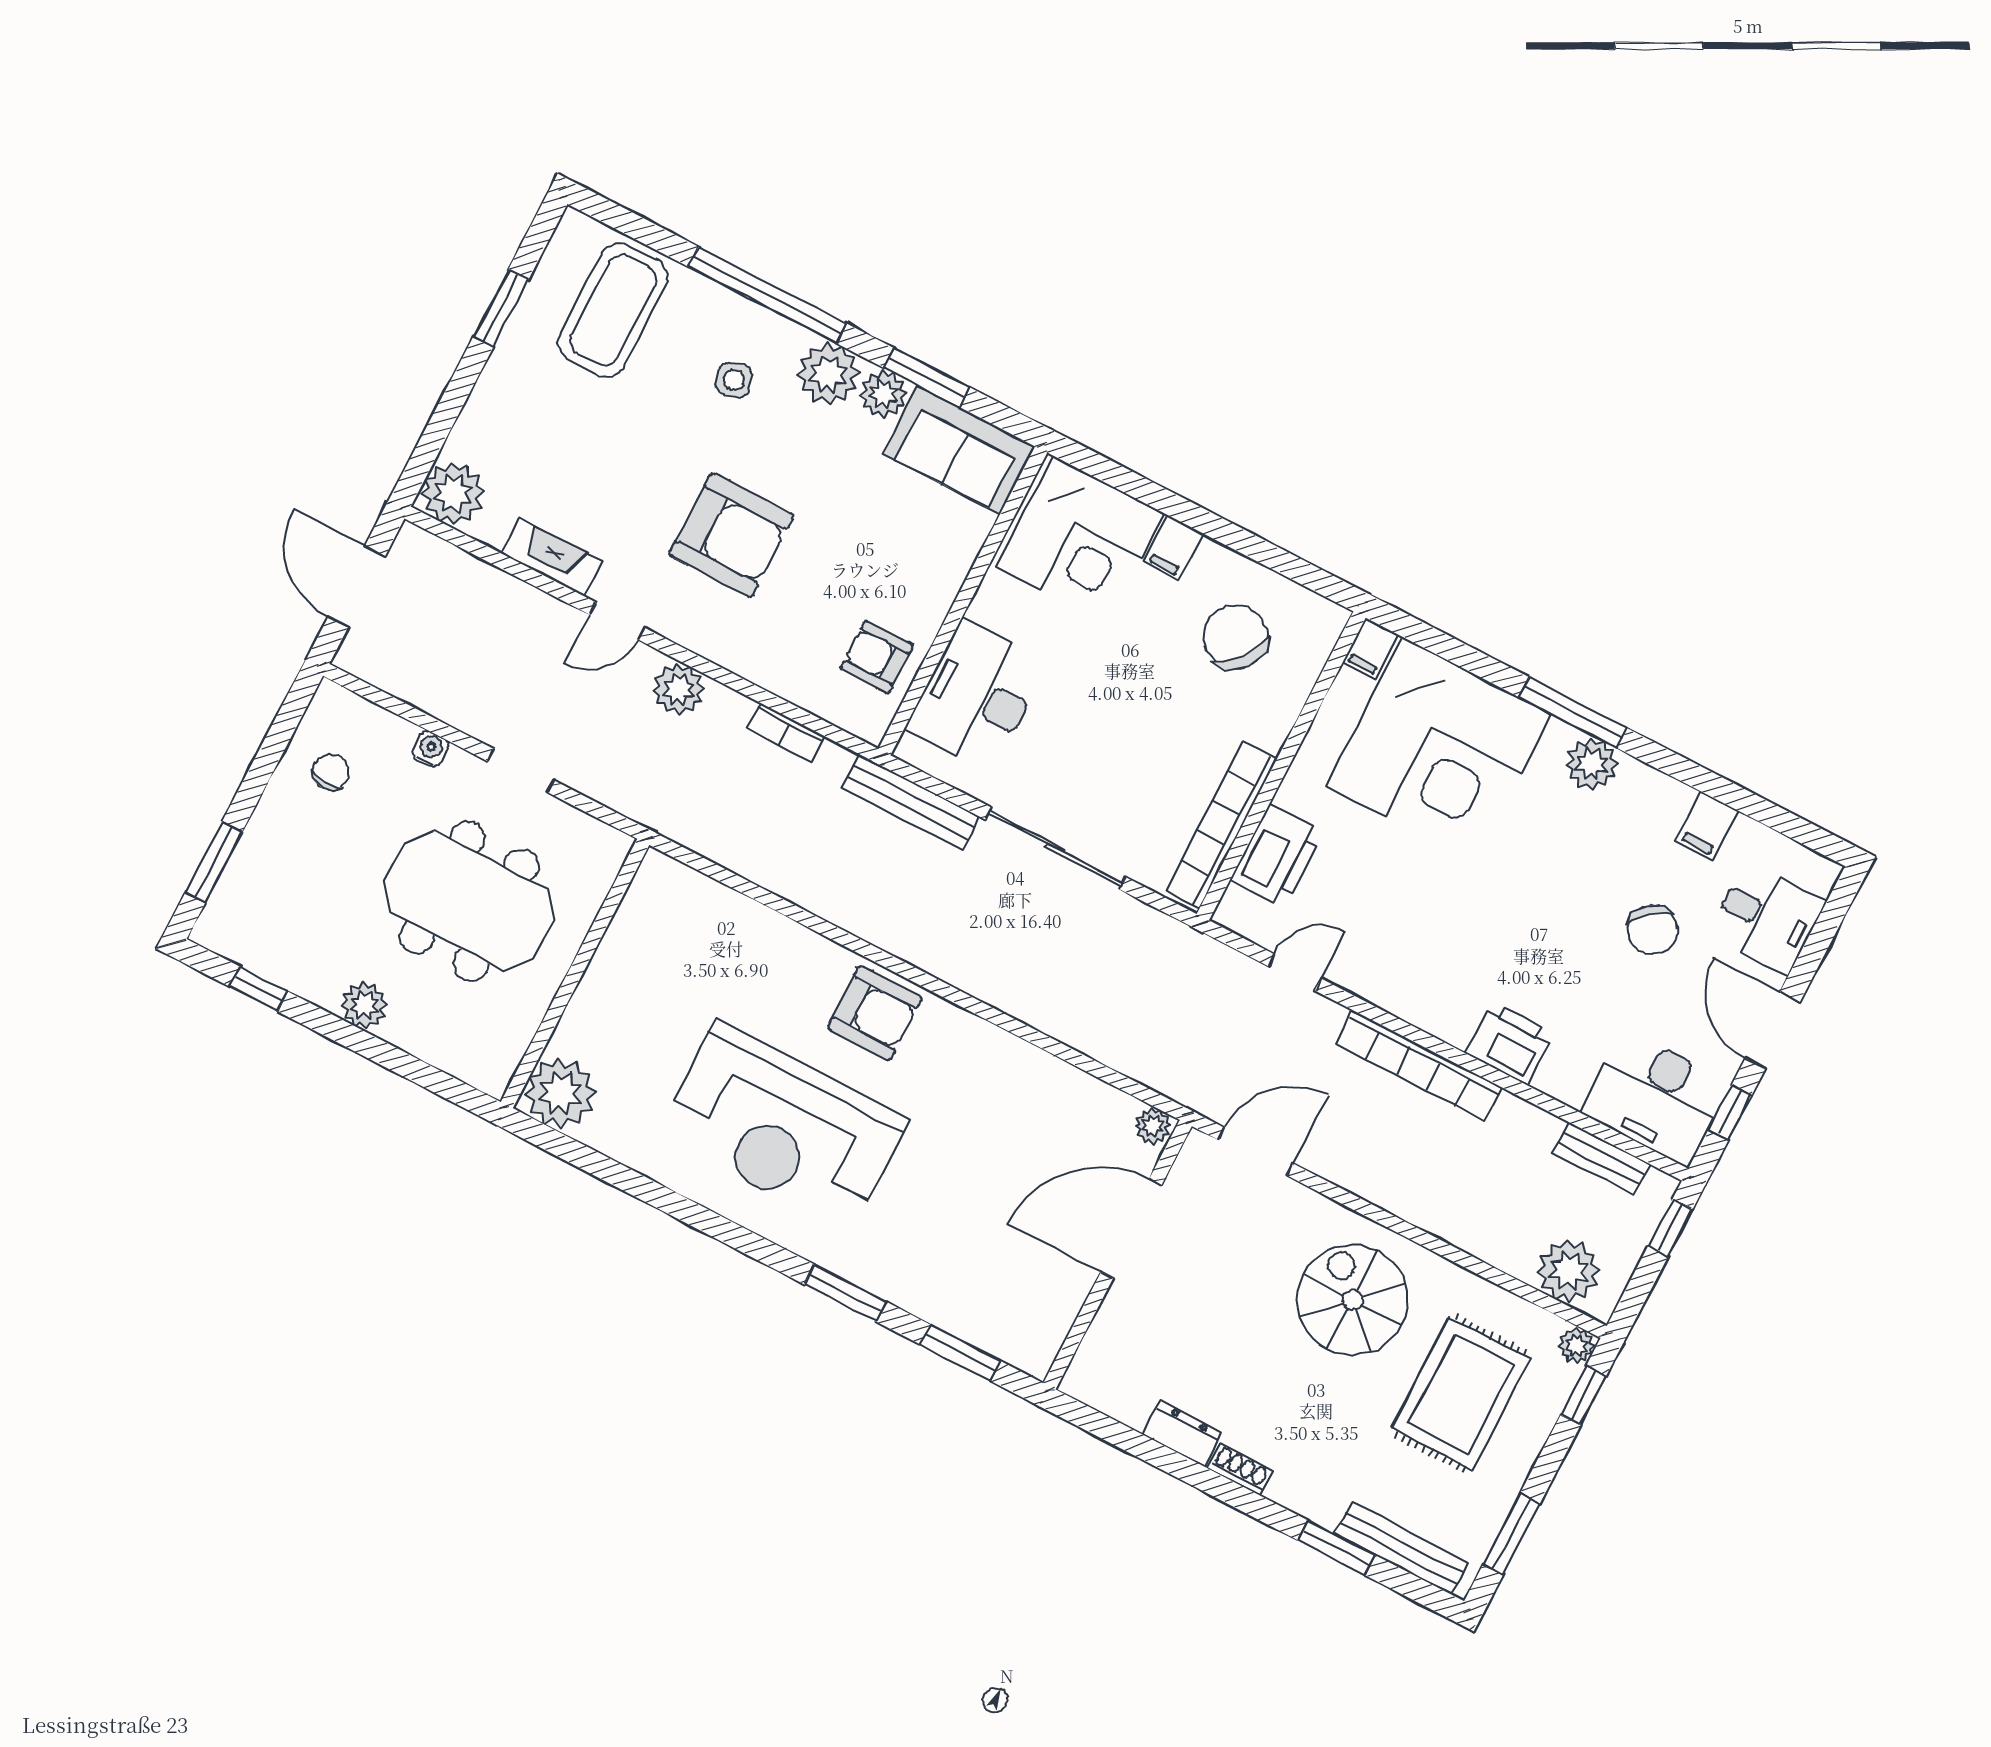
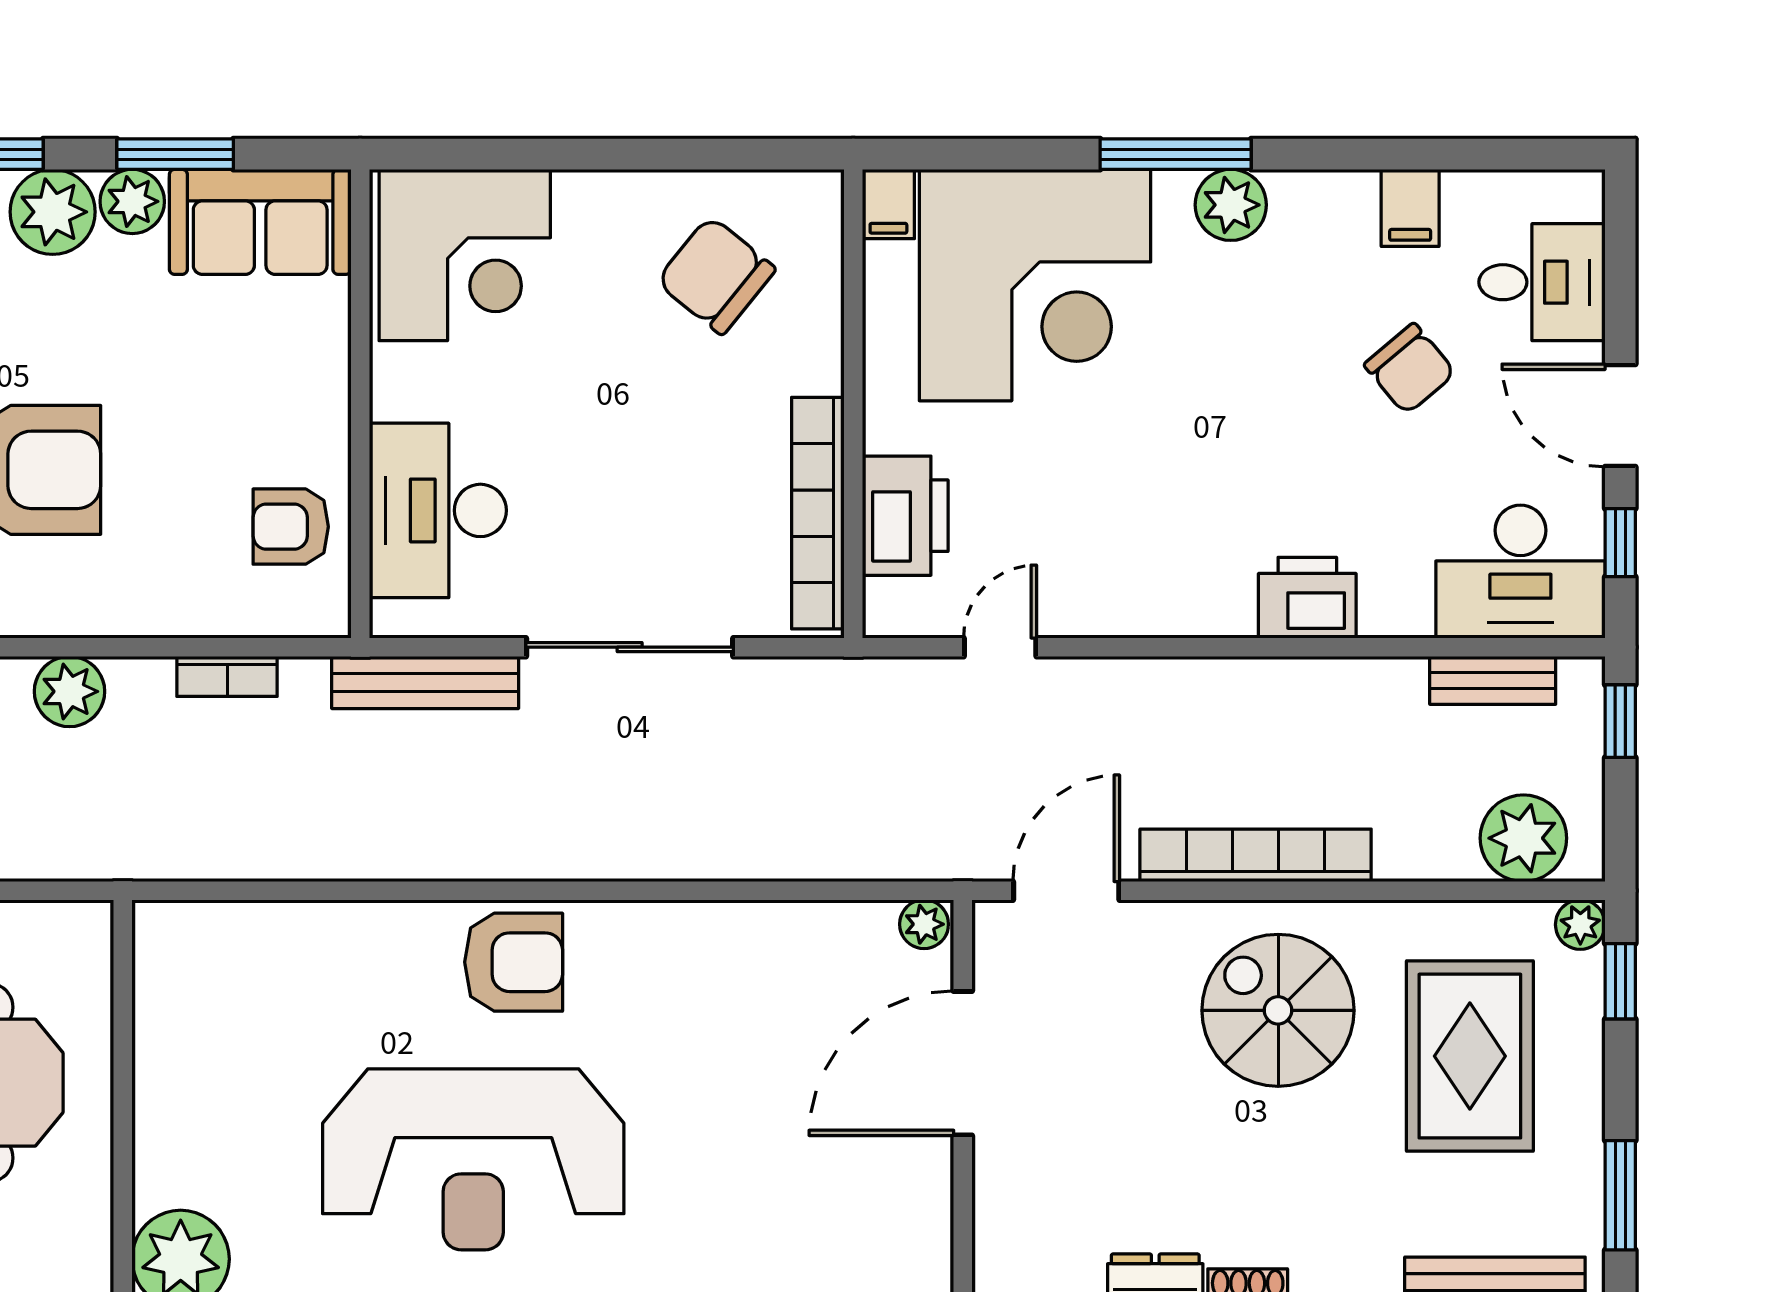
filing cabinet: (1173, 548) -> (583, 206), removed
bookcase: (1419, 1066) -> (1256, 855), moved, turned 180

